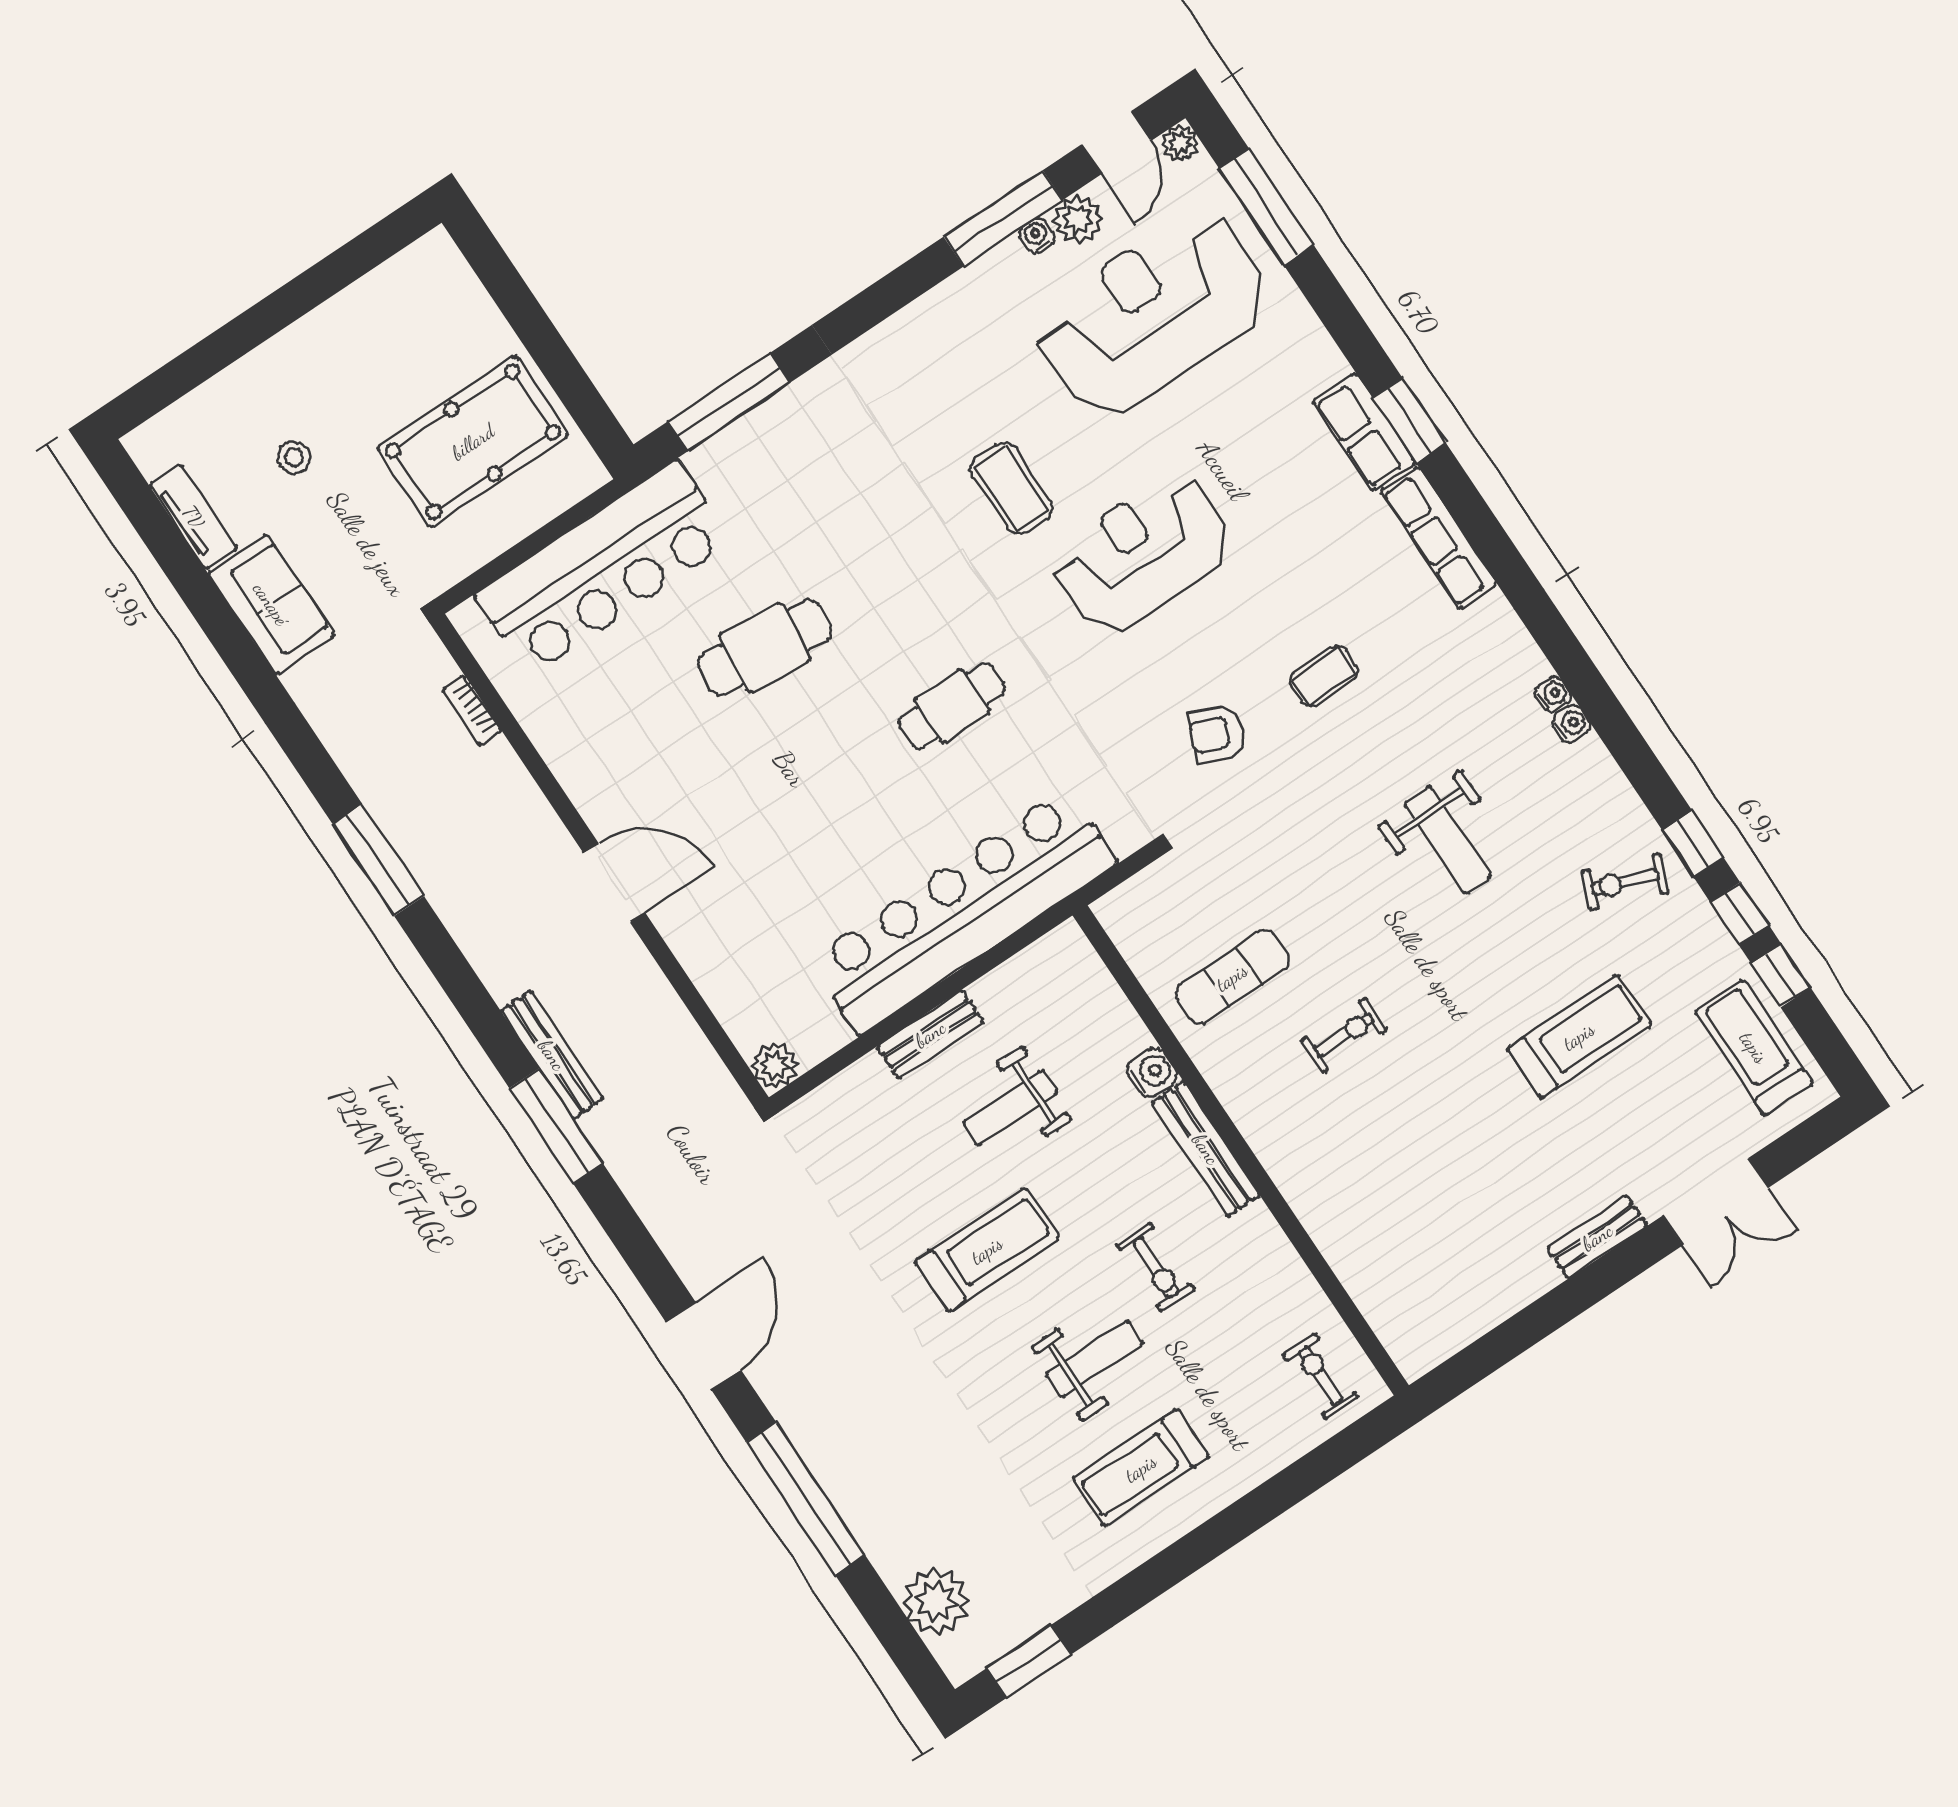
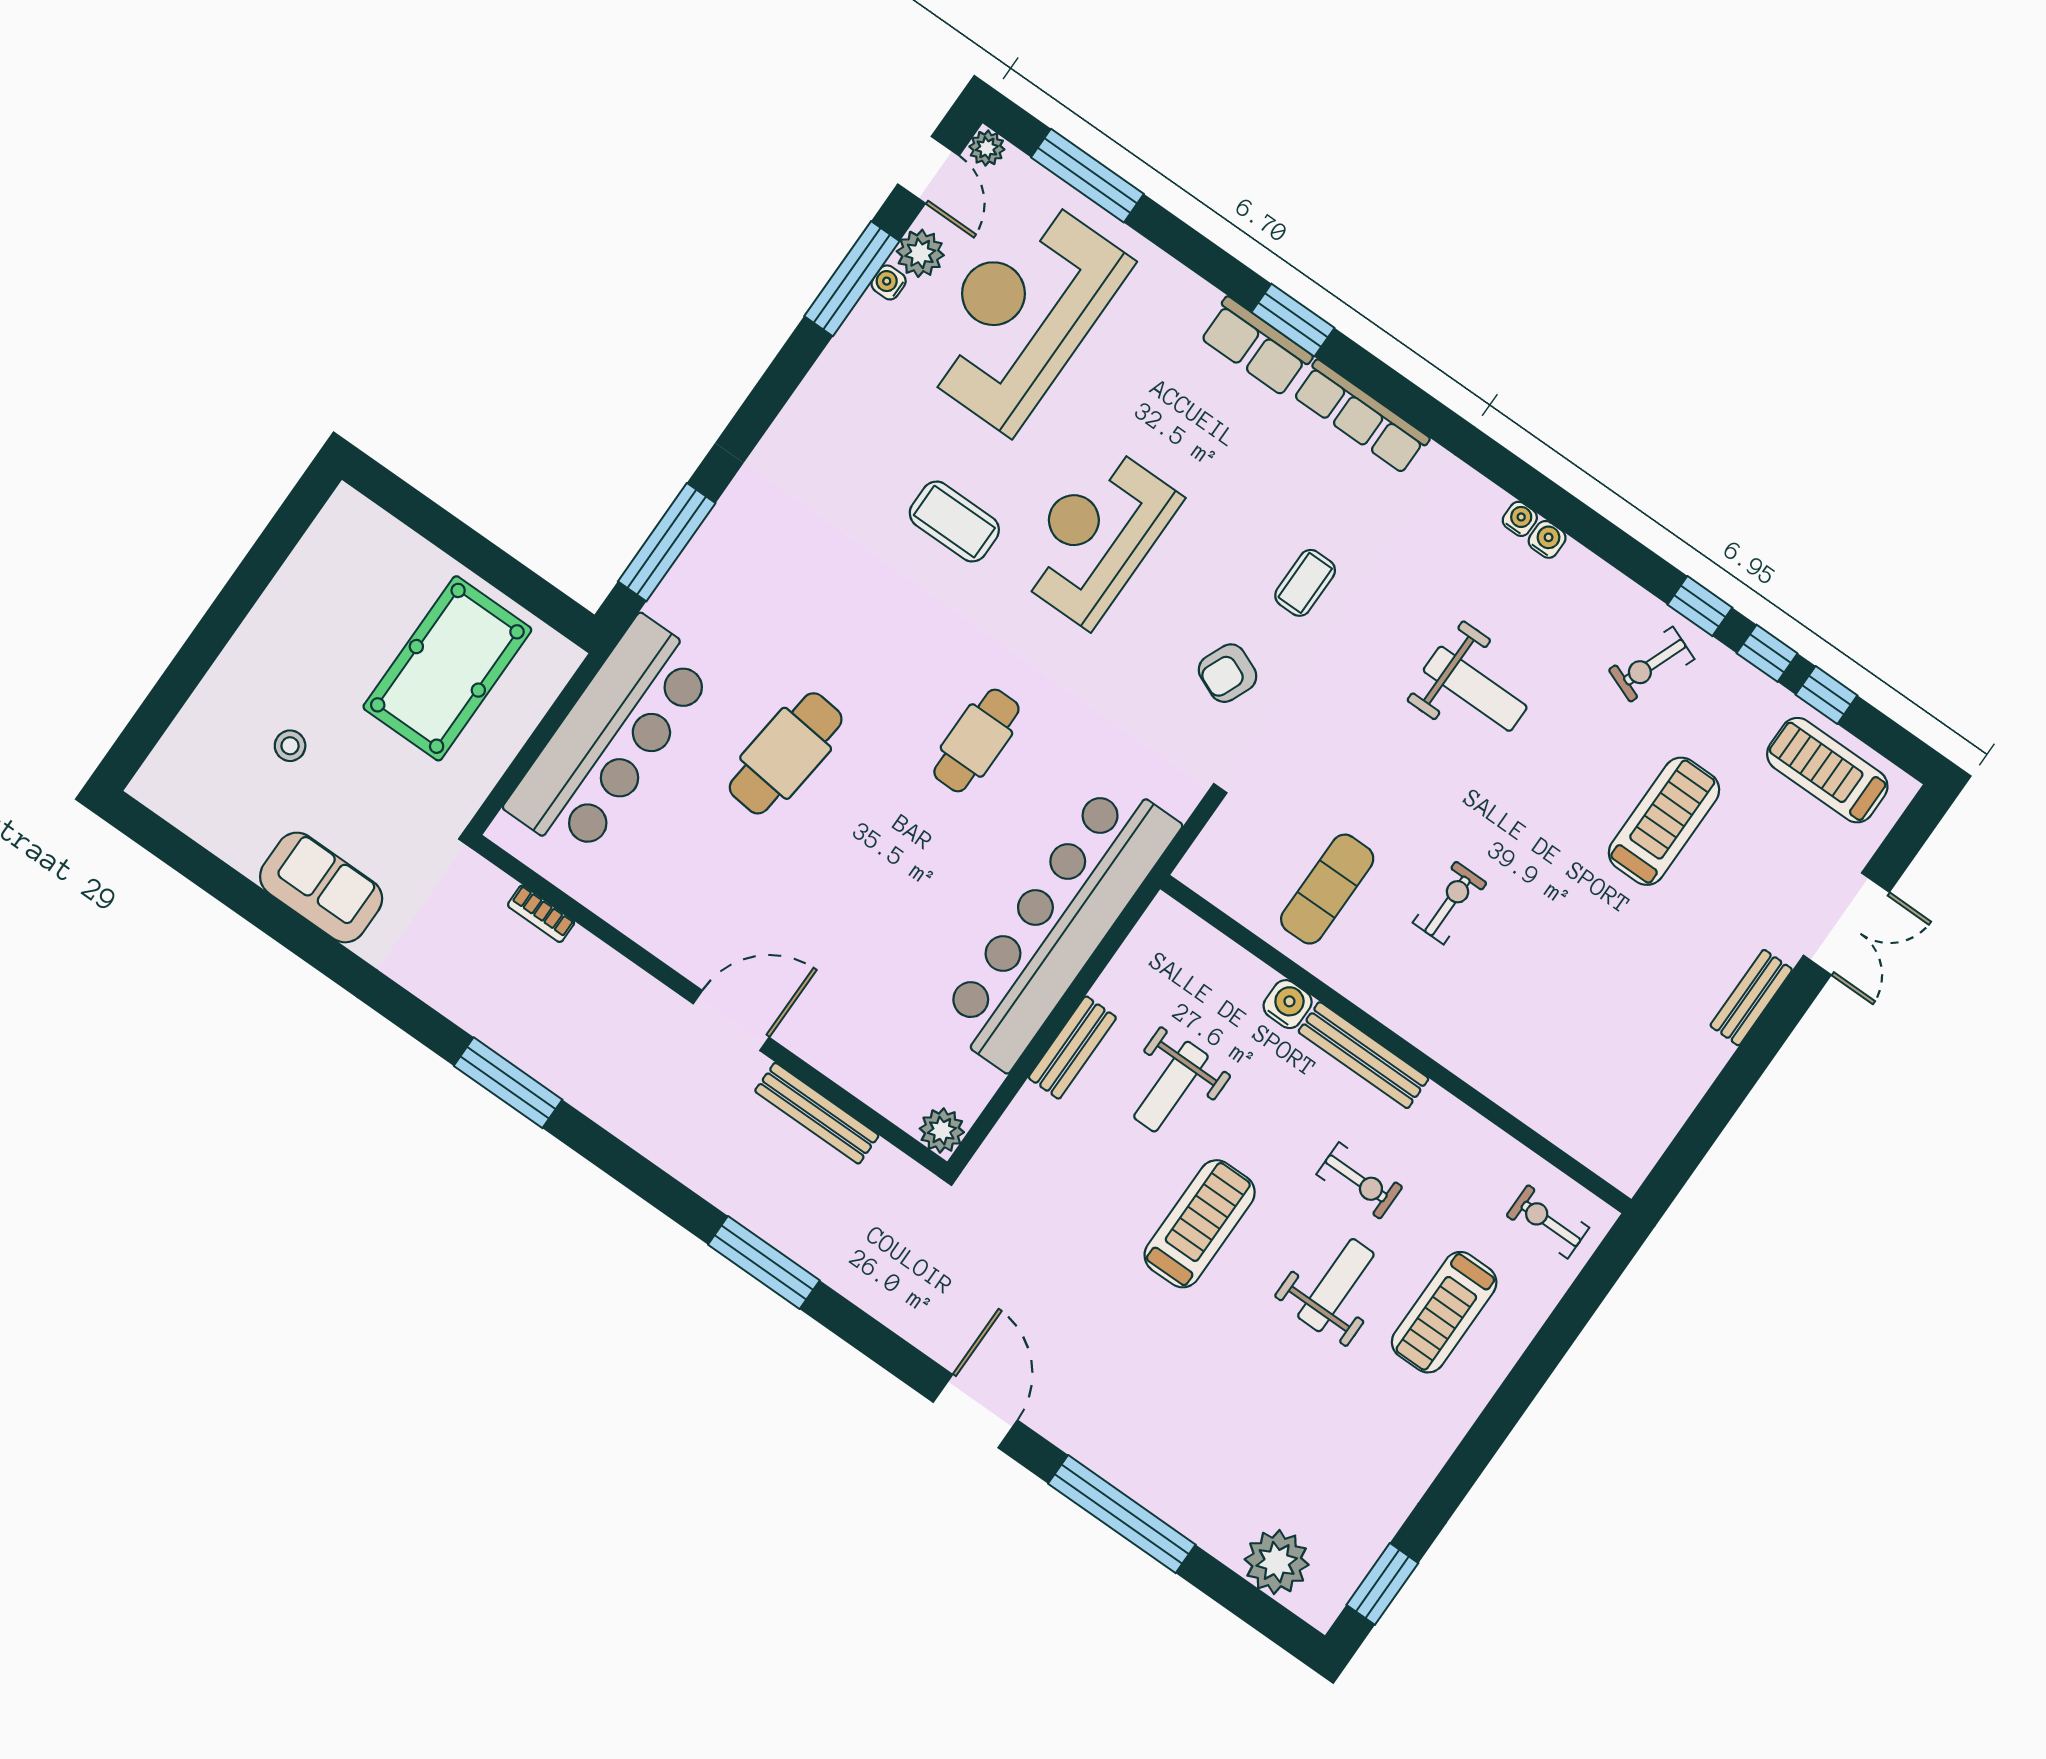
tv unit: (193, 517) -> (219, 835), removed
bench: (552, 1055) -> (817, 1113), moved
treadmill: (1141, 1468) -> (1444, 1312), moved

